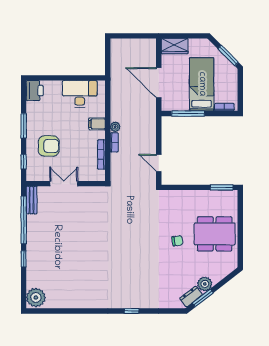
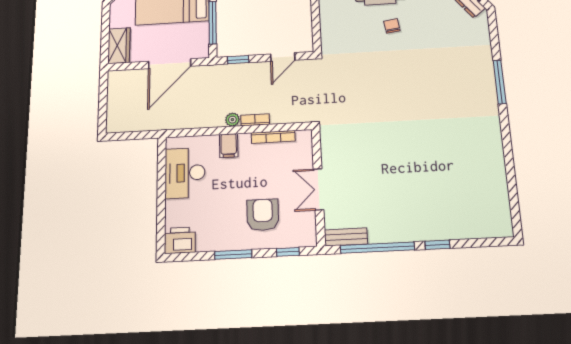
window: (159, 131) -> (238, 60), added
plant: (36, 297) -> (495, 223), removed
window: (132, 311) -> (500, 82), width x2.17

